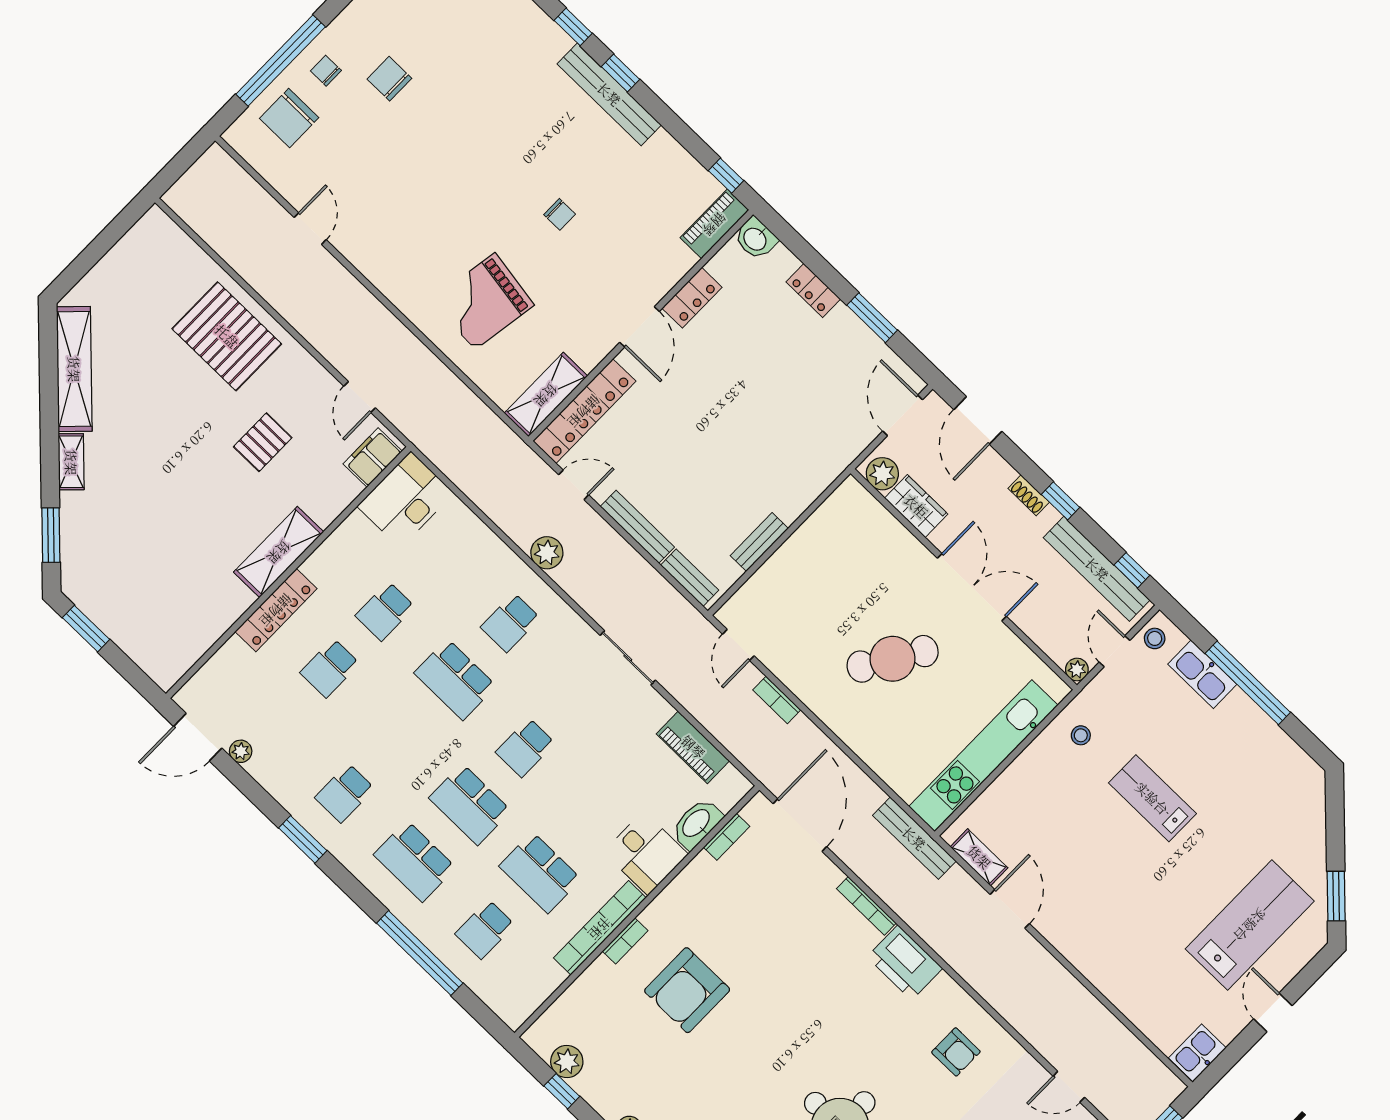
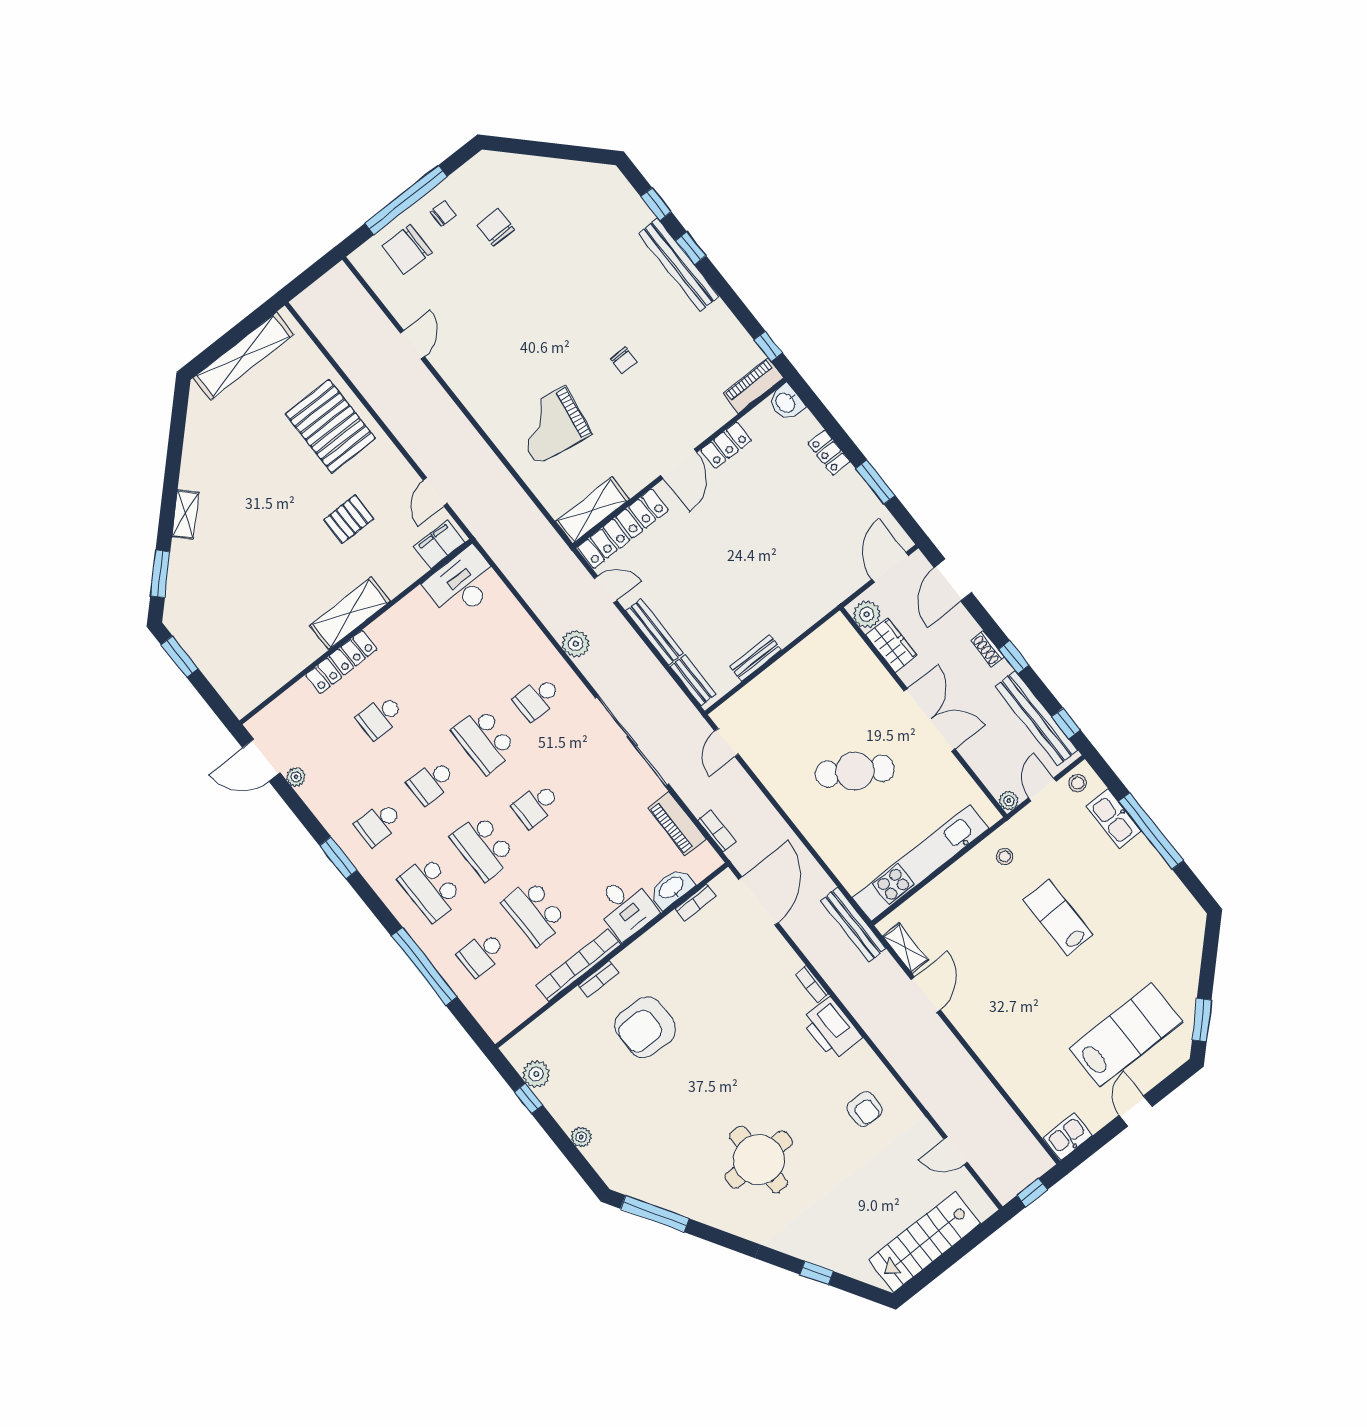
chair: (326, 71) -> (443, 214), turned 90
shelving: (74, 369) -> (243, 356), moved, turned 45
school desk: (385, 611) -> (432, 782), moved
sliding door: (628, 658) -> (632, 741), width x1.86
bookcase: (777, 700) -> (717, 831), moved, turned 180
bookcase: (866, 906) -> (812, 984), width x0.64

